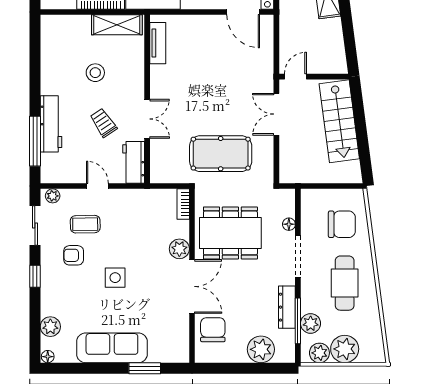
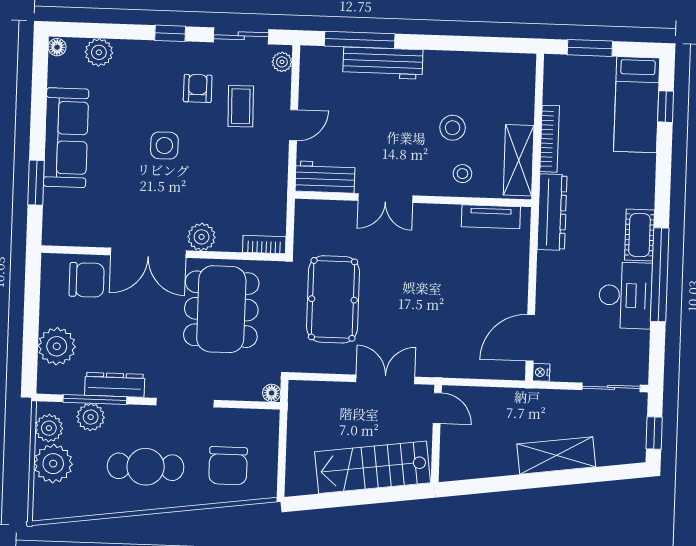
stool: (128, 64) -> (462, 174), added
trolley: (103, 123) -> (382, 137), removed
floor lamp: (289, 224) -> (272, 393), moved

